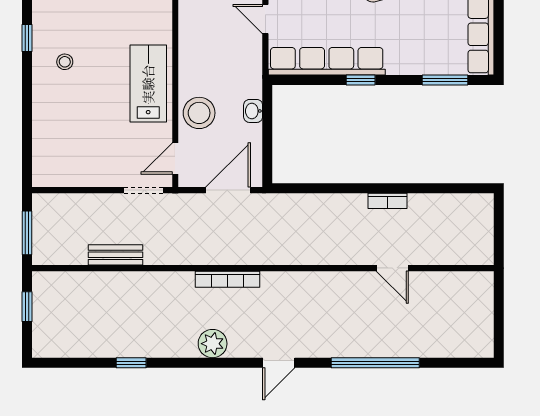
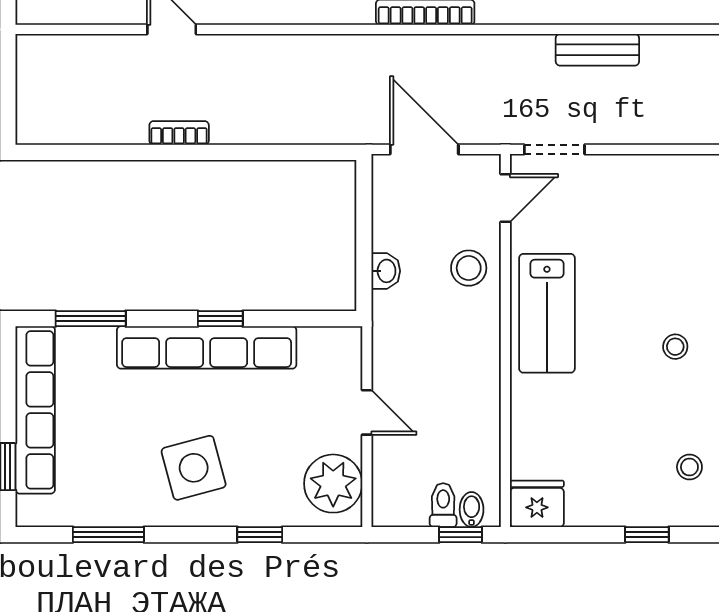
row of seats: (327, 61) -> (207, 347), moved
stool: (199, 113) -> (469, 268), width x0.73, depth x0.73
door: (228, 190) -> (424, 149), swing flipped

